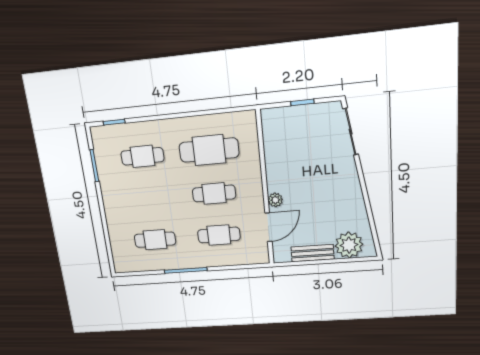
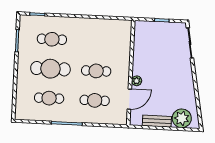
cafe table: (209, 150) -> (50, 69), moved

